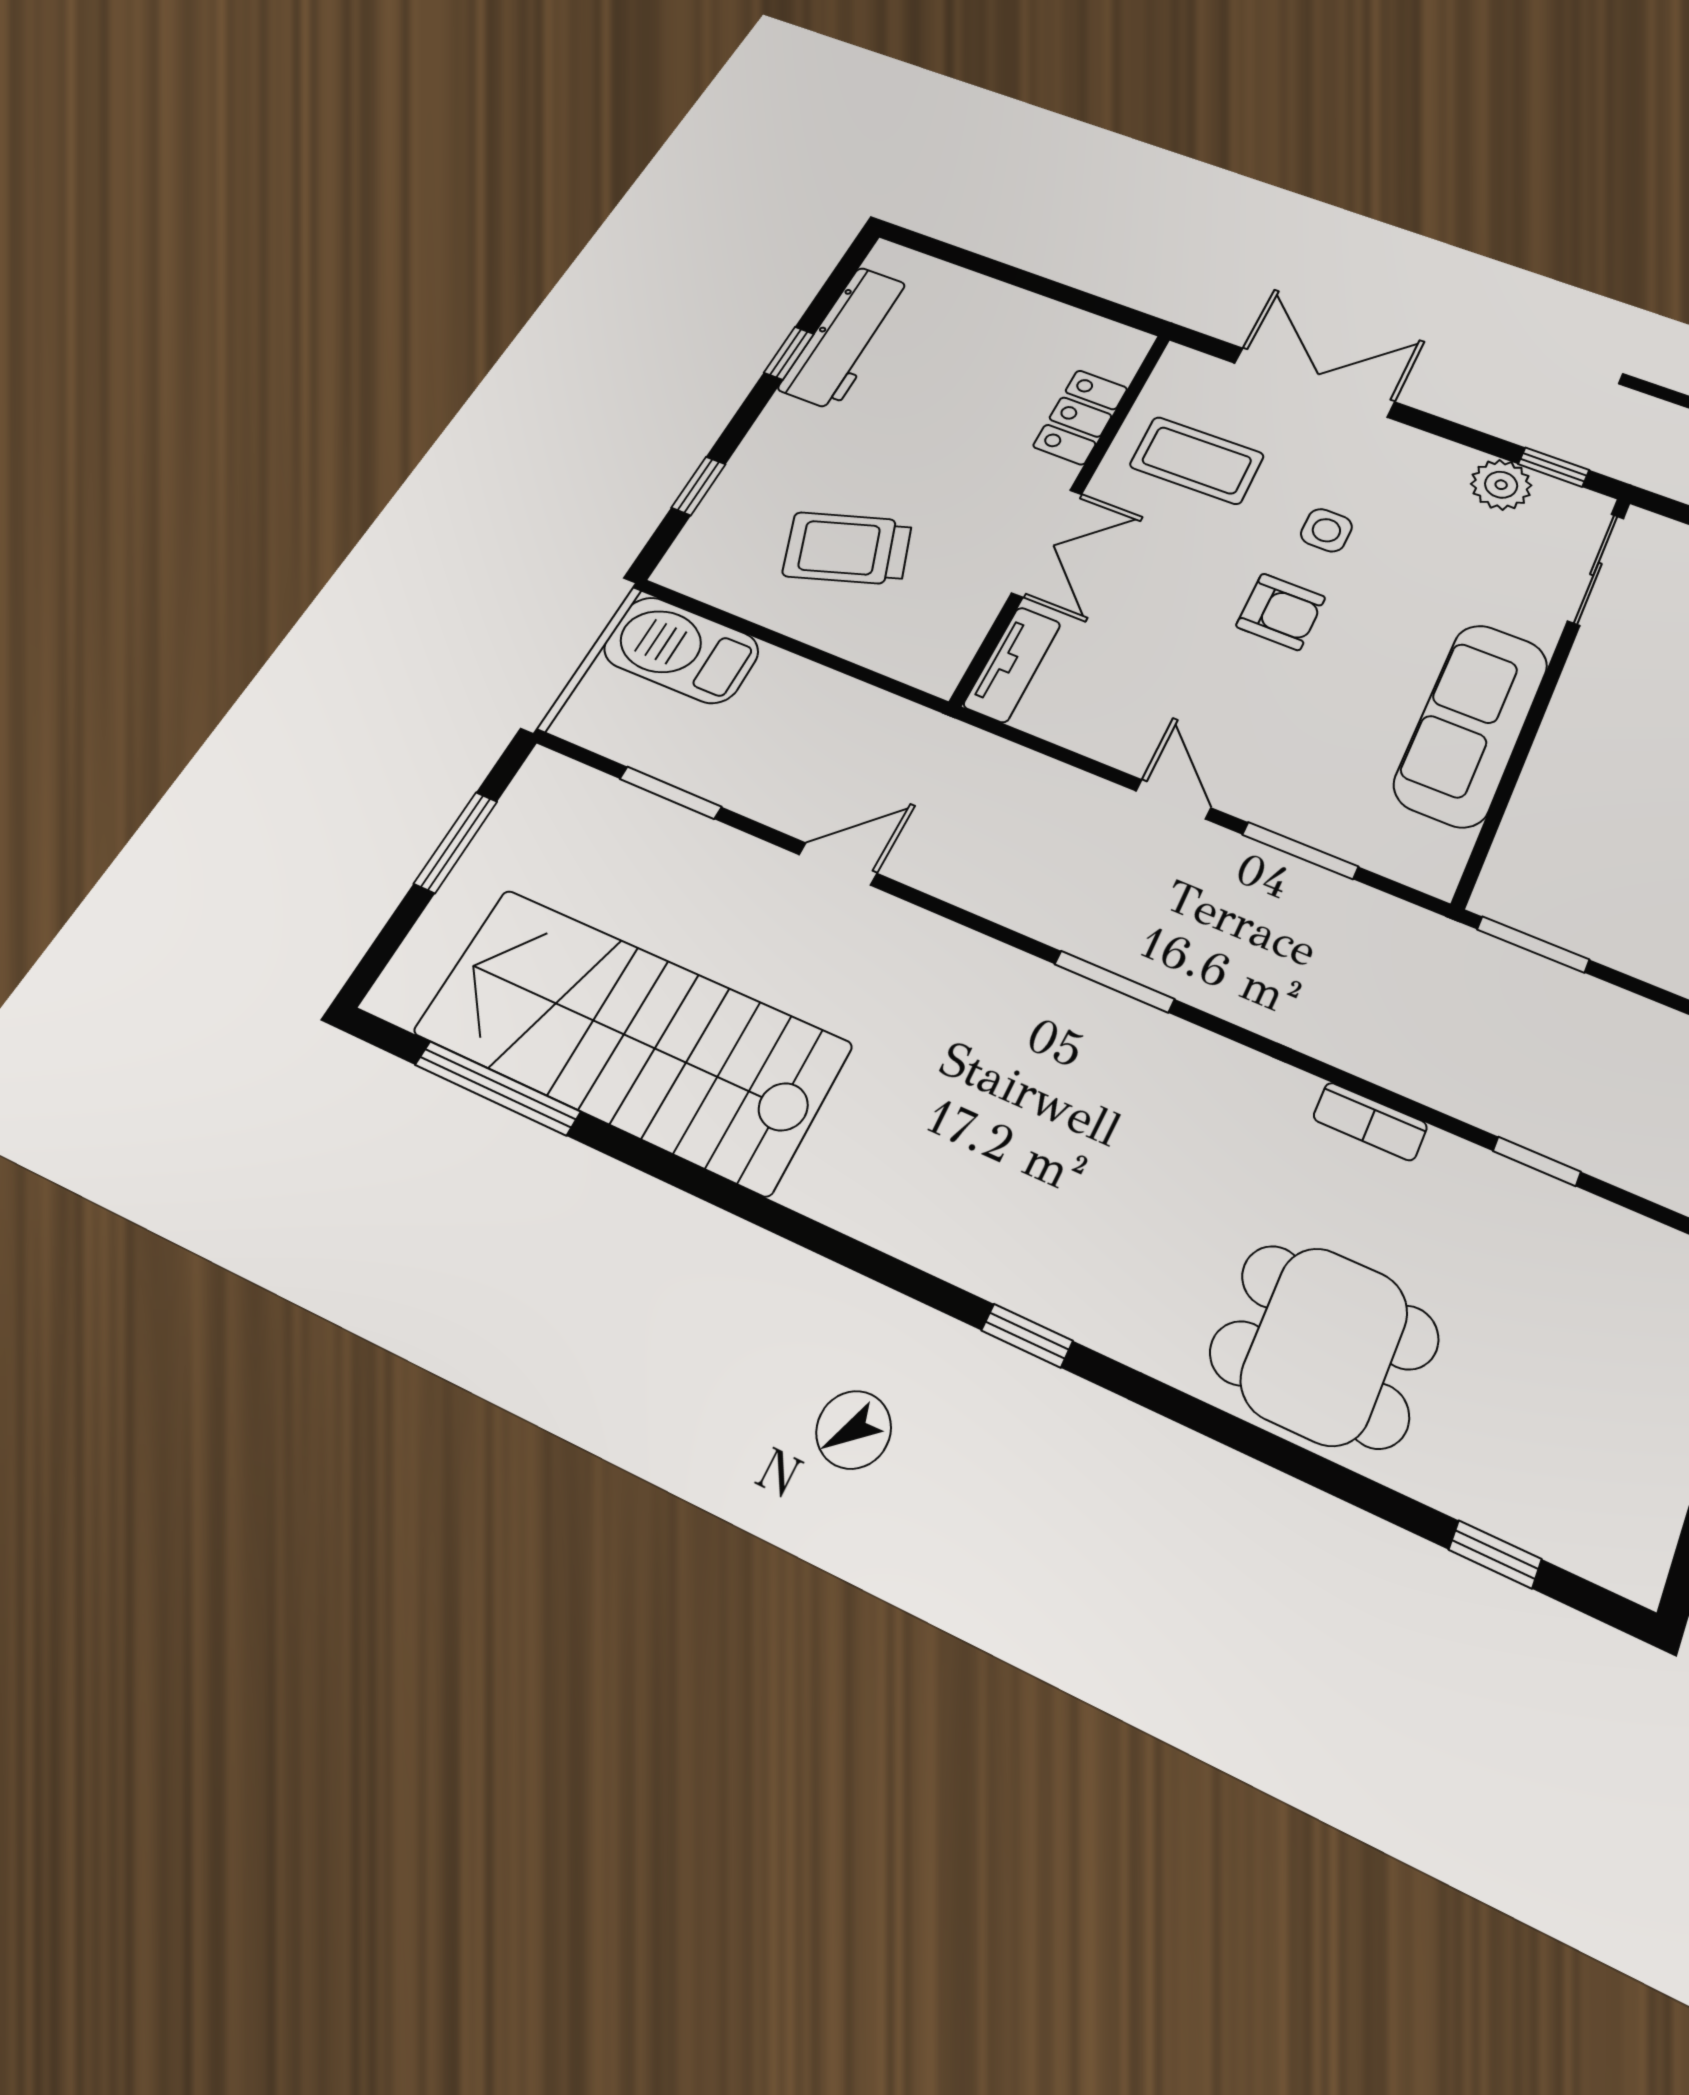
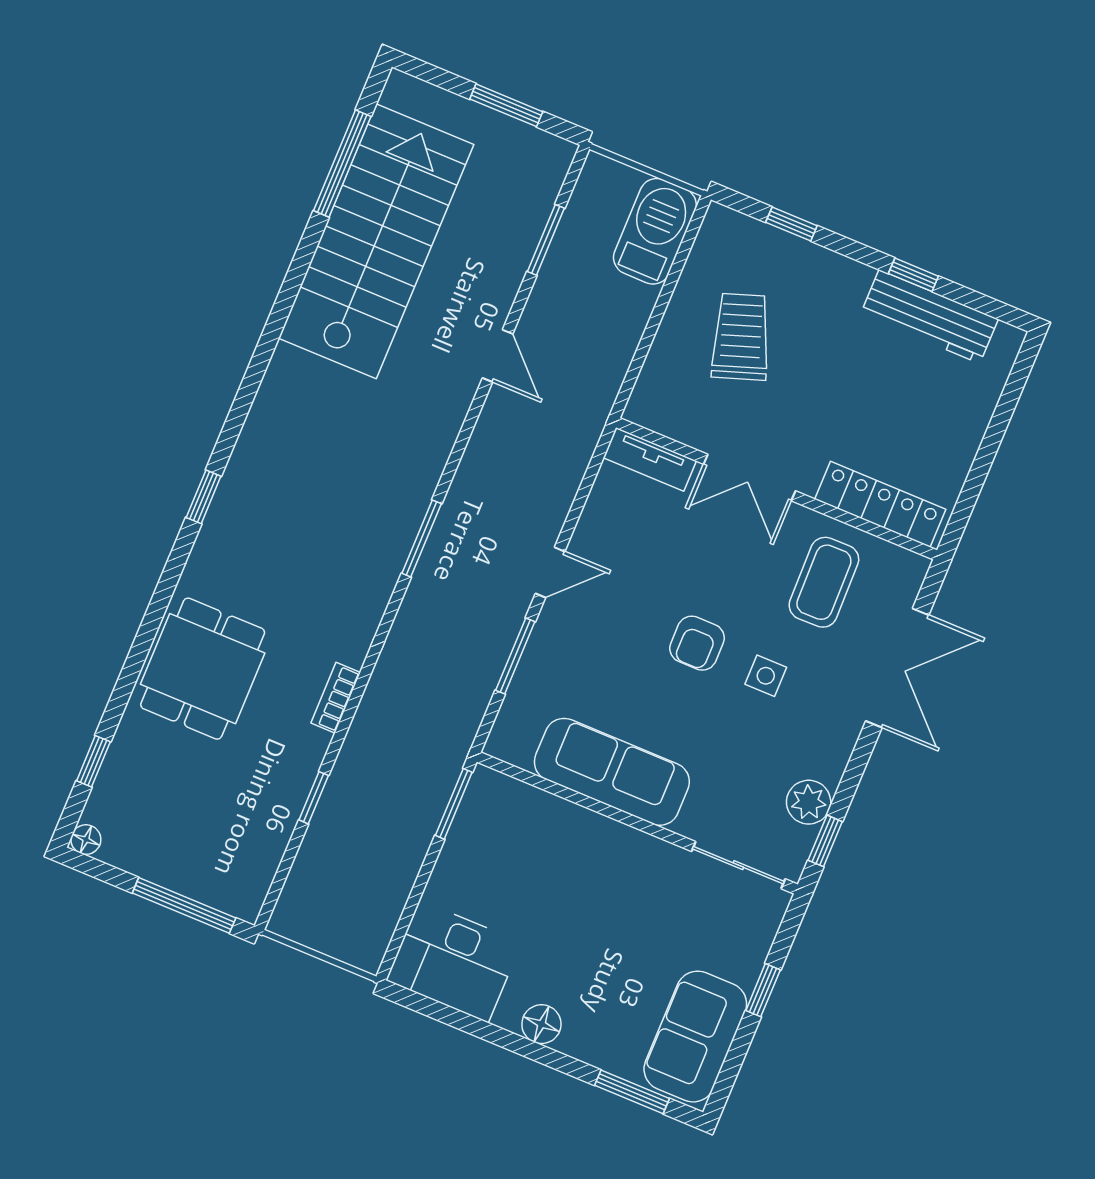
locker: (1080, 417) -> (880, 504), width x1.53
floor lamp: (1639, 1573) -> (86, 840), added

